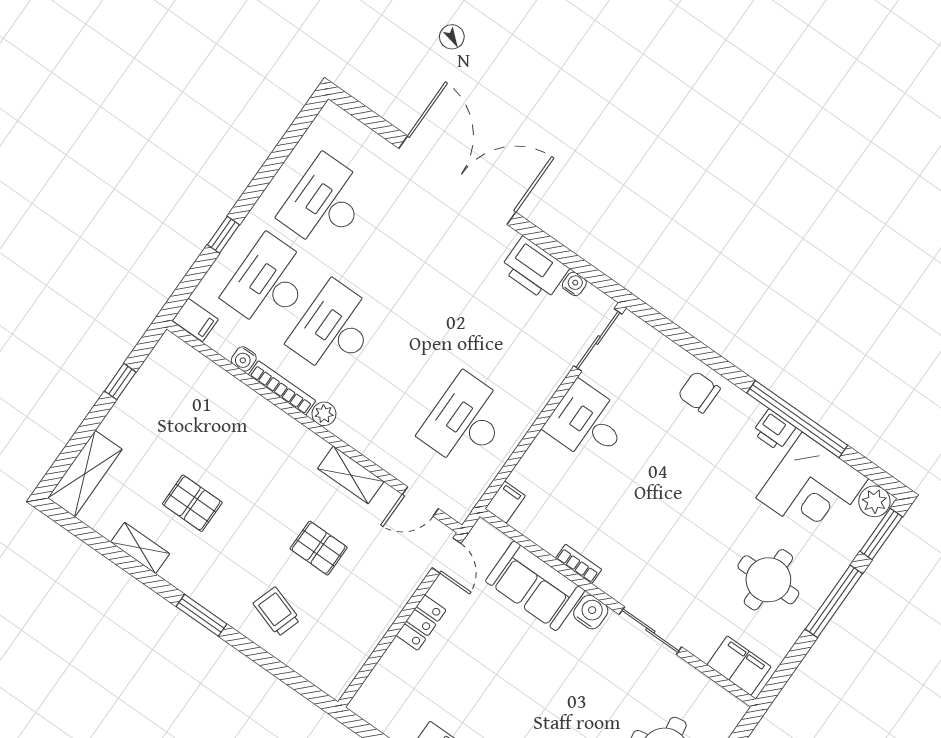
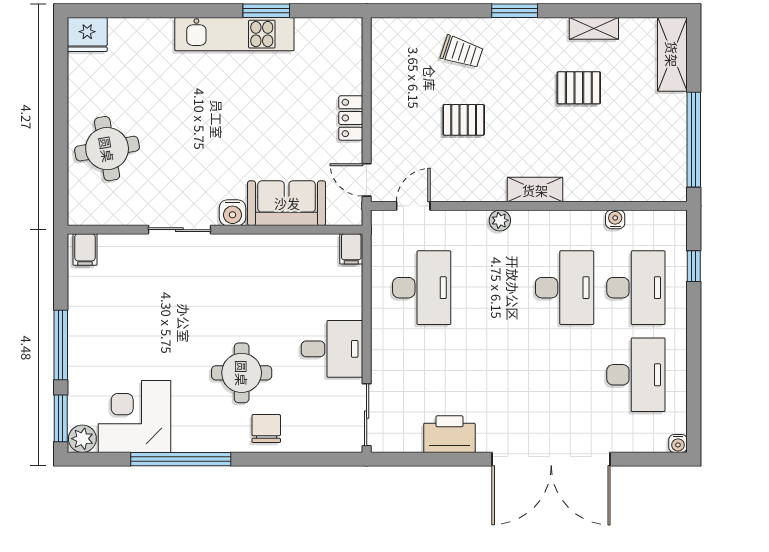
window: (223, 235) -> (694, 266), moved
water cooler: (574, 284) -> (678, 443), moved
filing cabinet: (195, 320) -> (671, 223), removed
window: (120, 382) -> (694, 140), width x3.17
bookcase: (282, 388) -> (572, 218), removed
chair: (699, 392) -> (266, 429), turned -90
plant: (324, 414) -> (500, 220), moved
printer: (774, 430) -> (192, 439), removed
shelving: (351, 475) -> (535, 190), moved
bookcase: (579, 564) -> (266, 242), removed
round table: (768, 580) -> (242, 373), moved
filing cabinet: (739, 666) -> (85, 250), width x0.50

